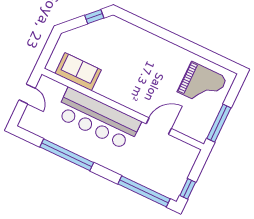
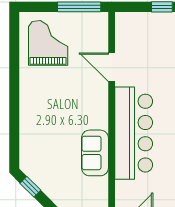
sofa: (78, 72) -> (95, 153), moved

